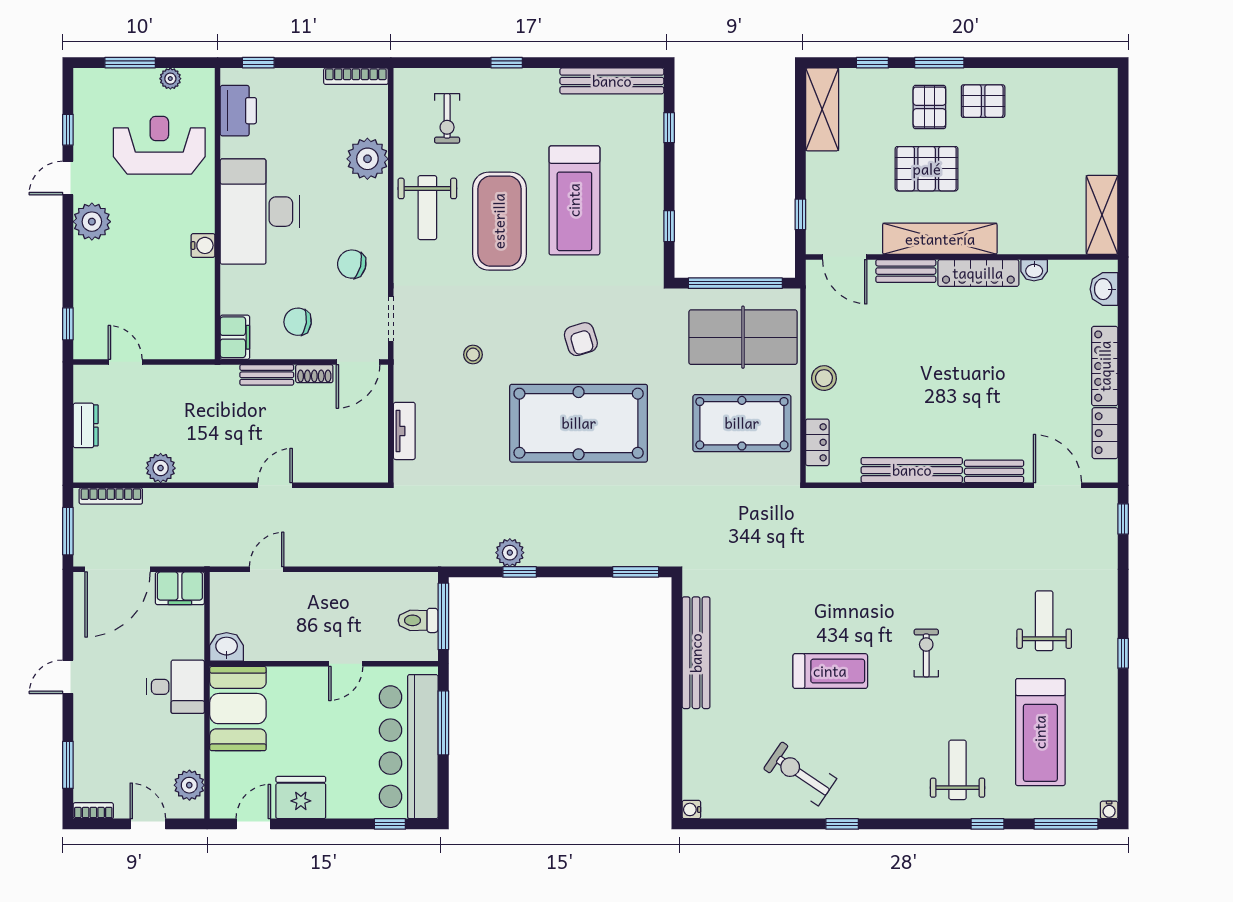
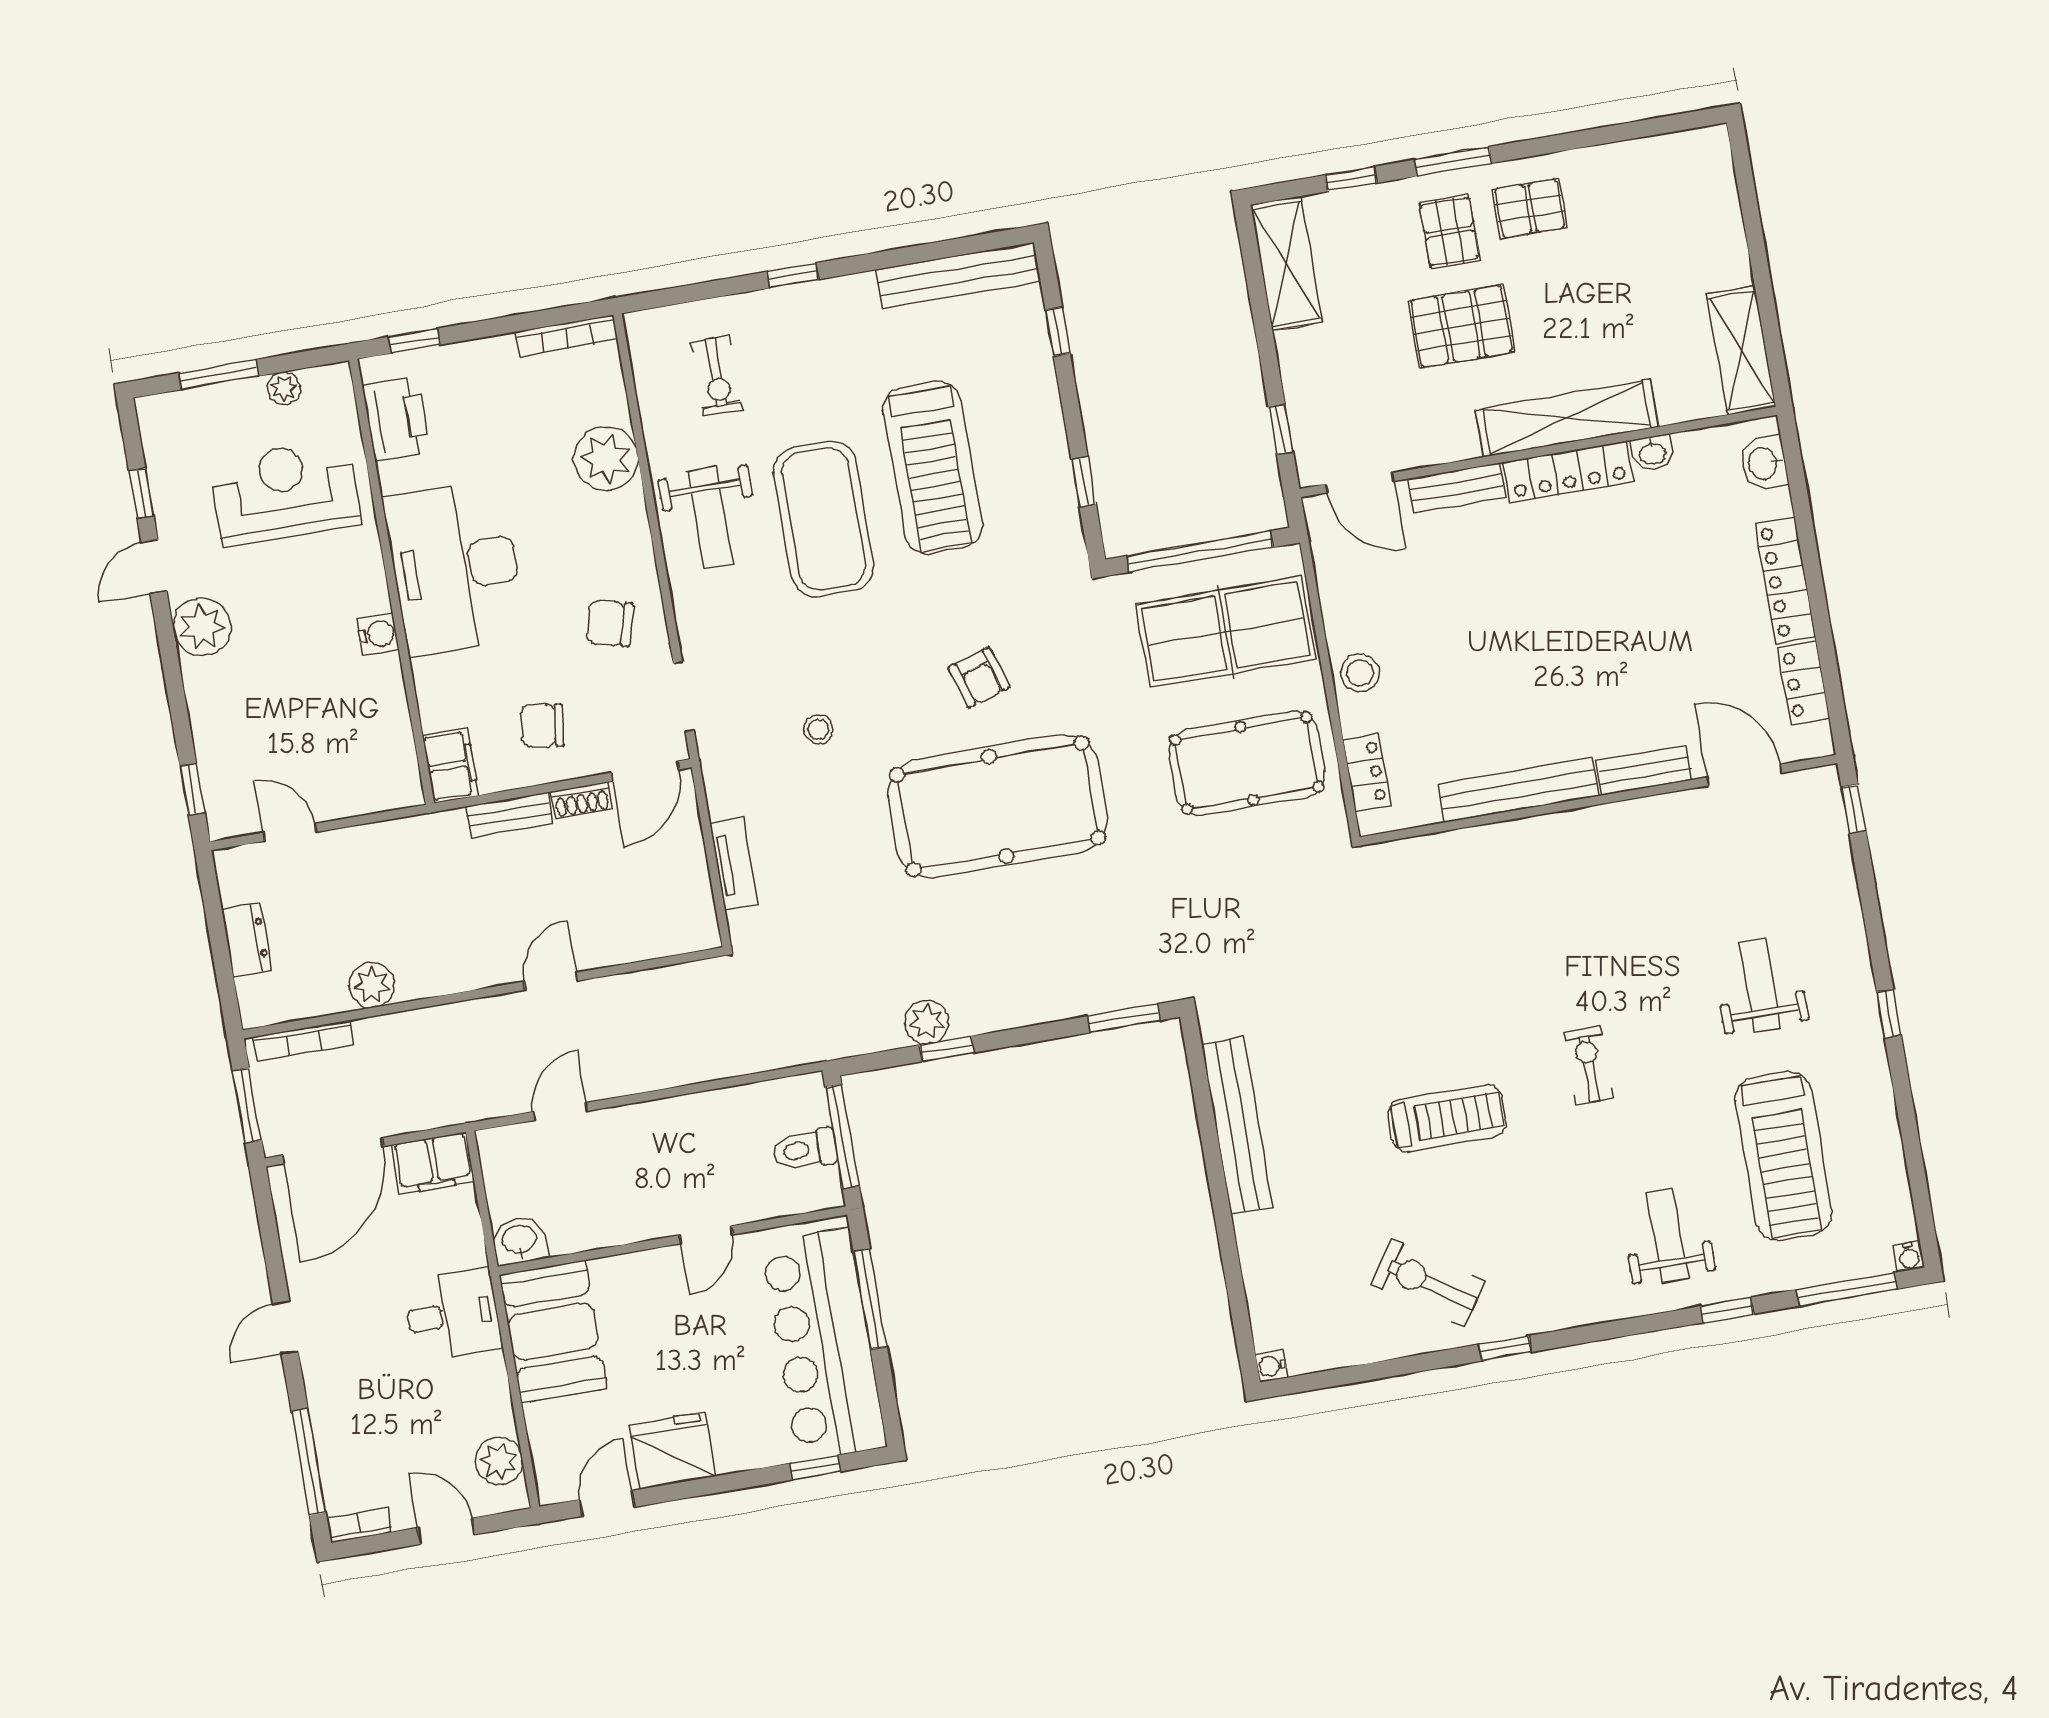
shelving: (940, 239) -> (1567, 418), moved
window: (68, 765) -> (309, 1462), width x1.44

